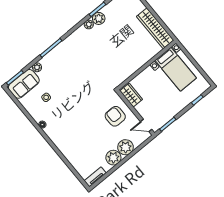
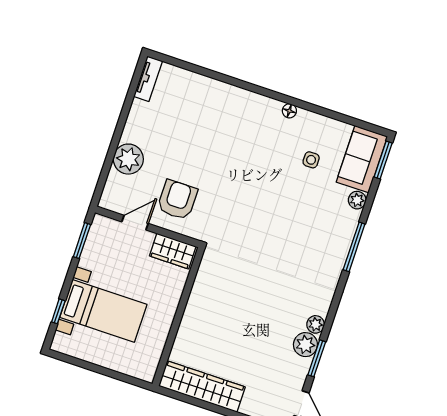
bed with nightstands: (176, 69) -> (103, 311), moved, turned 180
armchair: (115, 116) -> (177, 200), turned -90
door: (146, 125) -> (135, 223), moved
plant: (113, 158) -> (138, 129), removed

